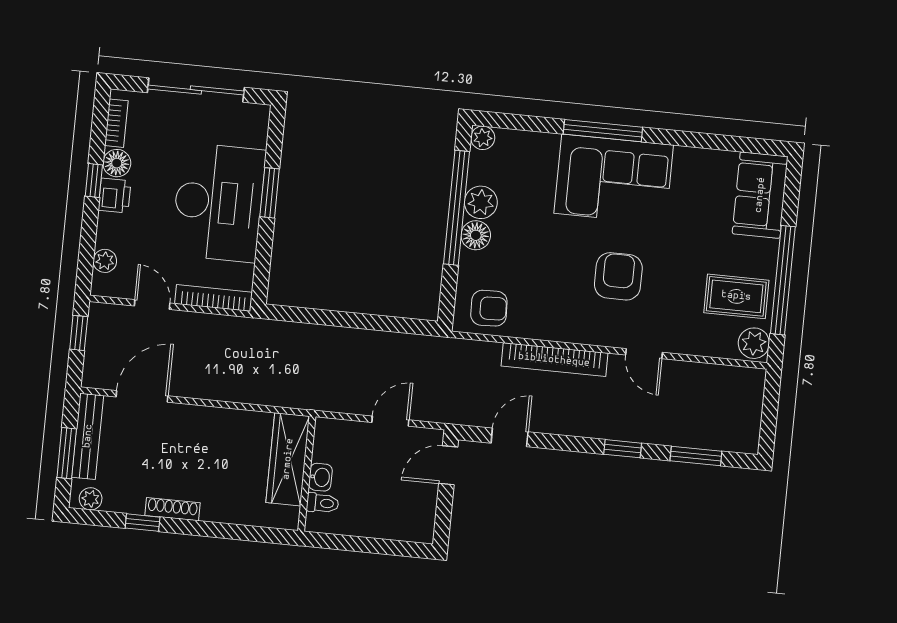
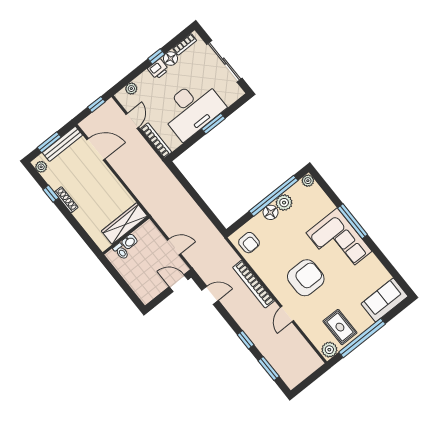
armchair: (618, 276) -> (306, 278), width x1.36, depth x1.36

